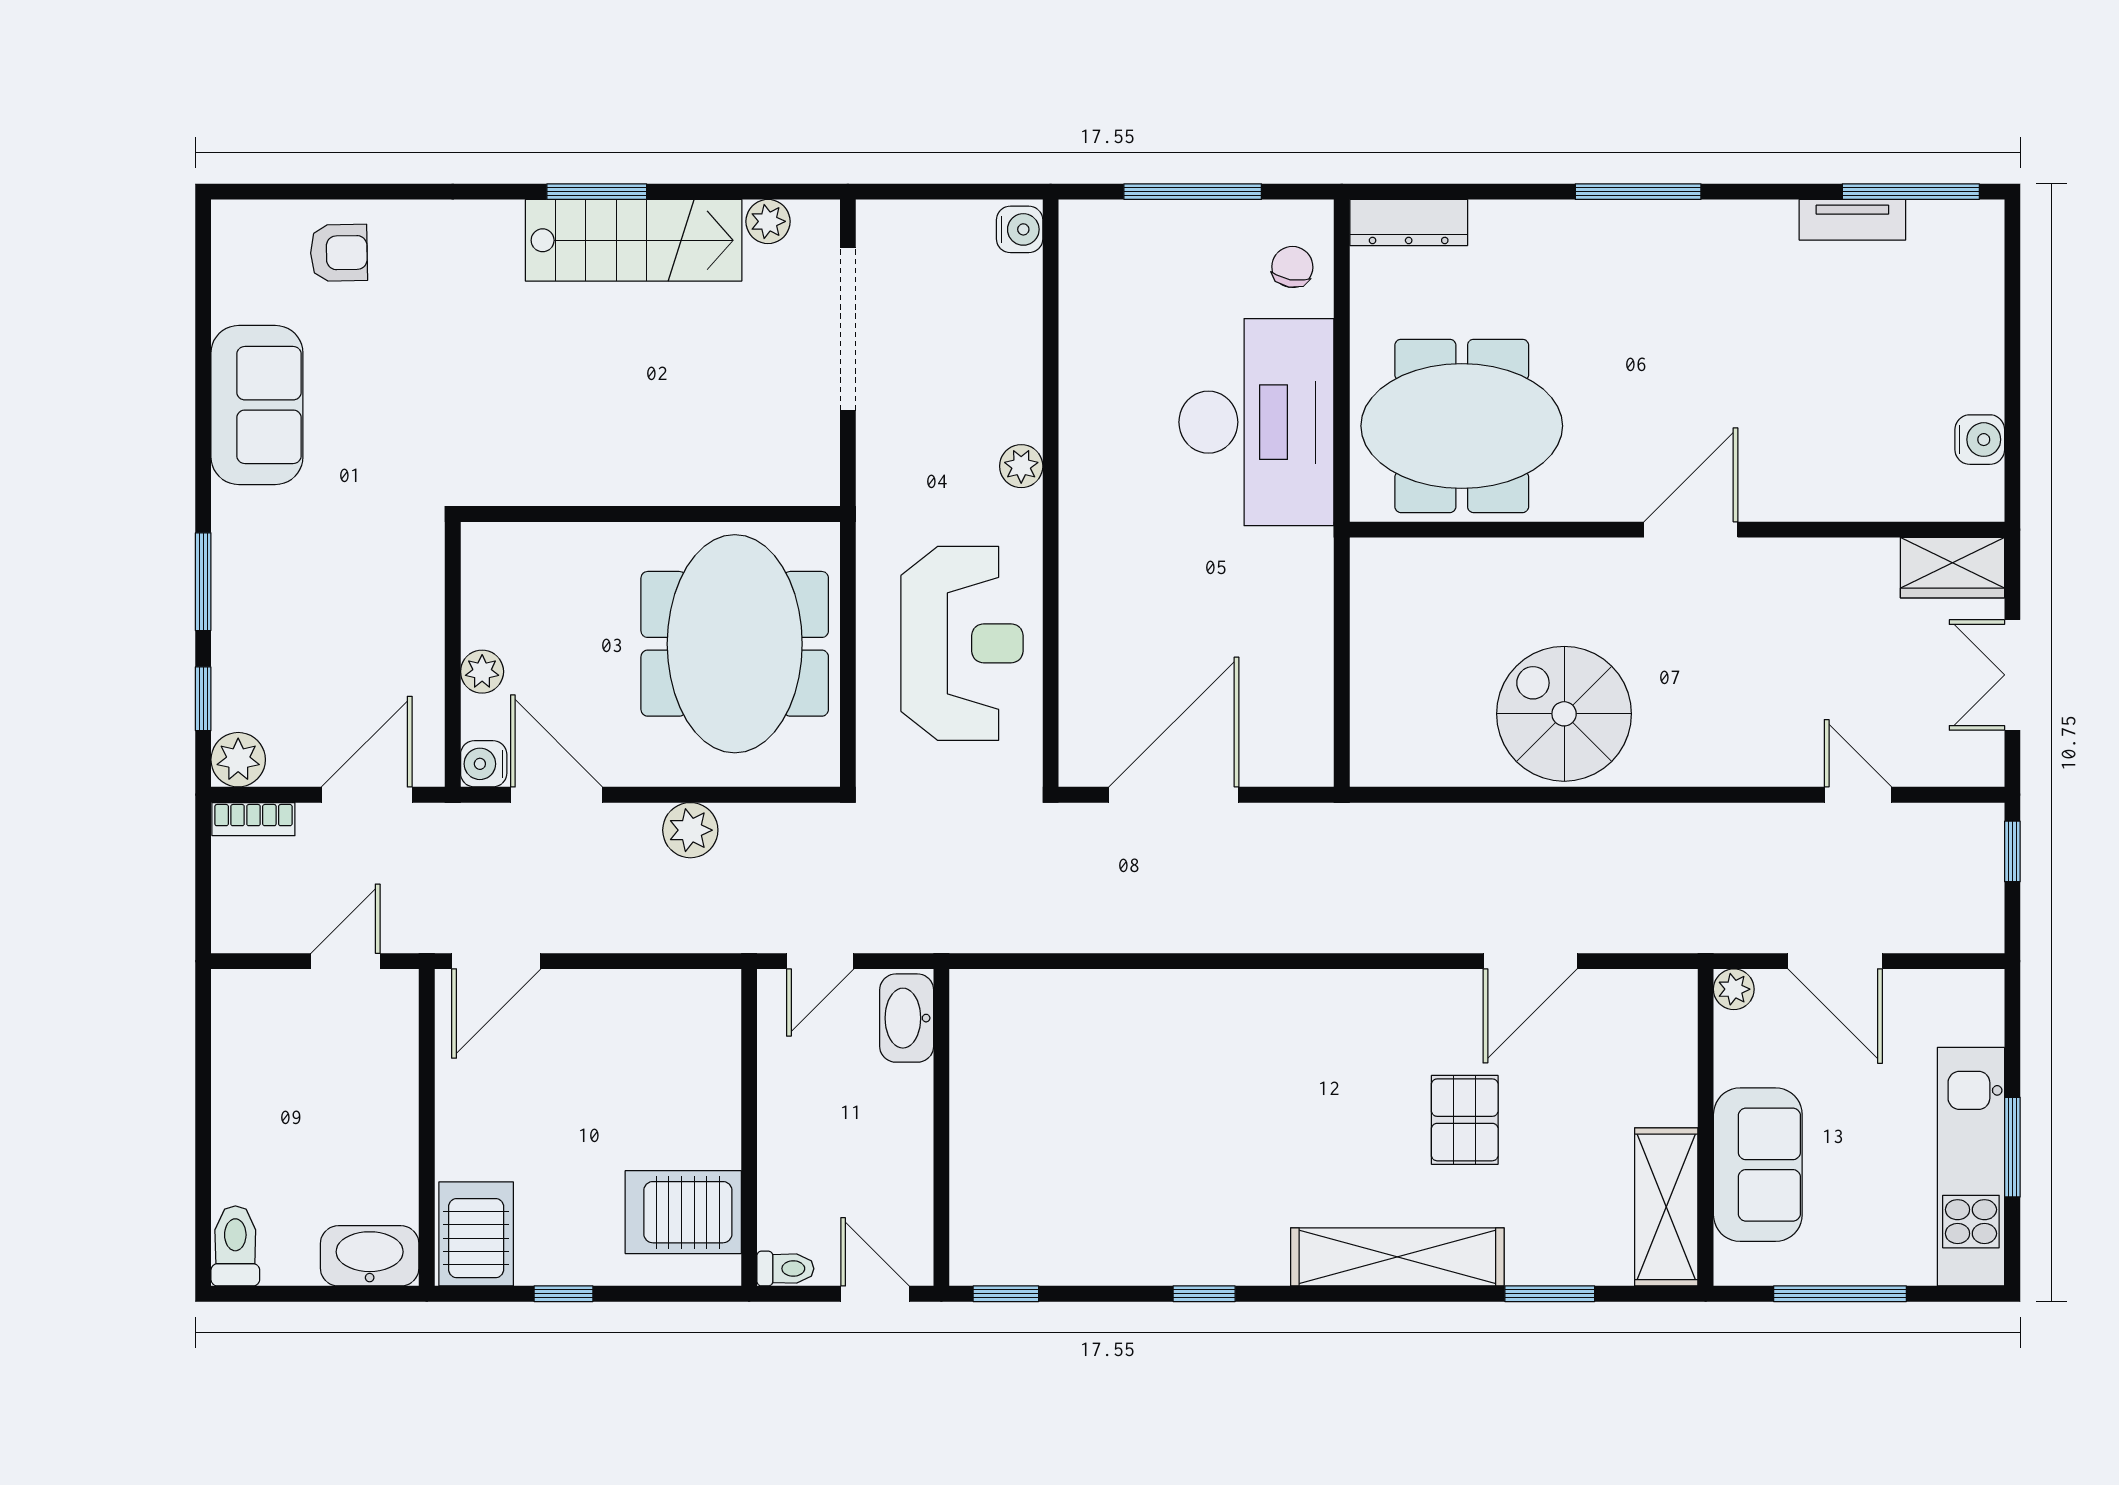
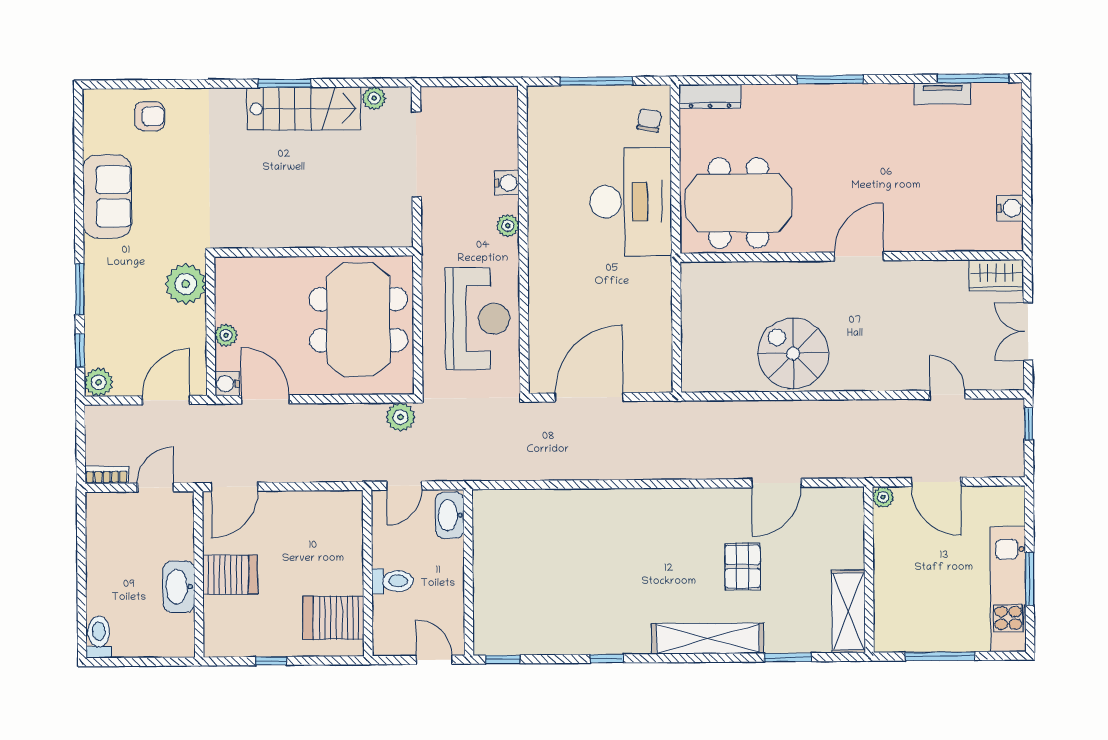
water cooler: (1020, 229) -> (507, 183), moved
plant: (406, 573) -> (186, 284), added
bookcase: (253, 819) -> (107, 475), moved, turned 180
plant: (690, 830) -> (401, 417), moved
sofa: (1758, 1165) -> (896, 589), removed
server rack: (476, 1234) -> (230, 575), moved, turned 90
washbasin: (370, 1256) -> (179, 587), moved, turned -90
toilet: (785, 1269) -> (392, 581), moved, width x1.37, depth x1.39

